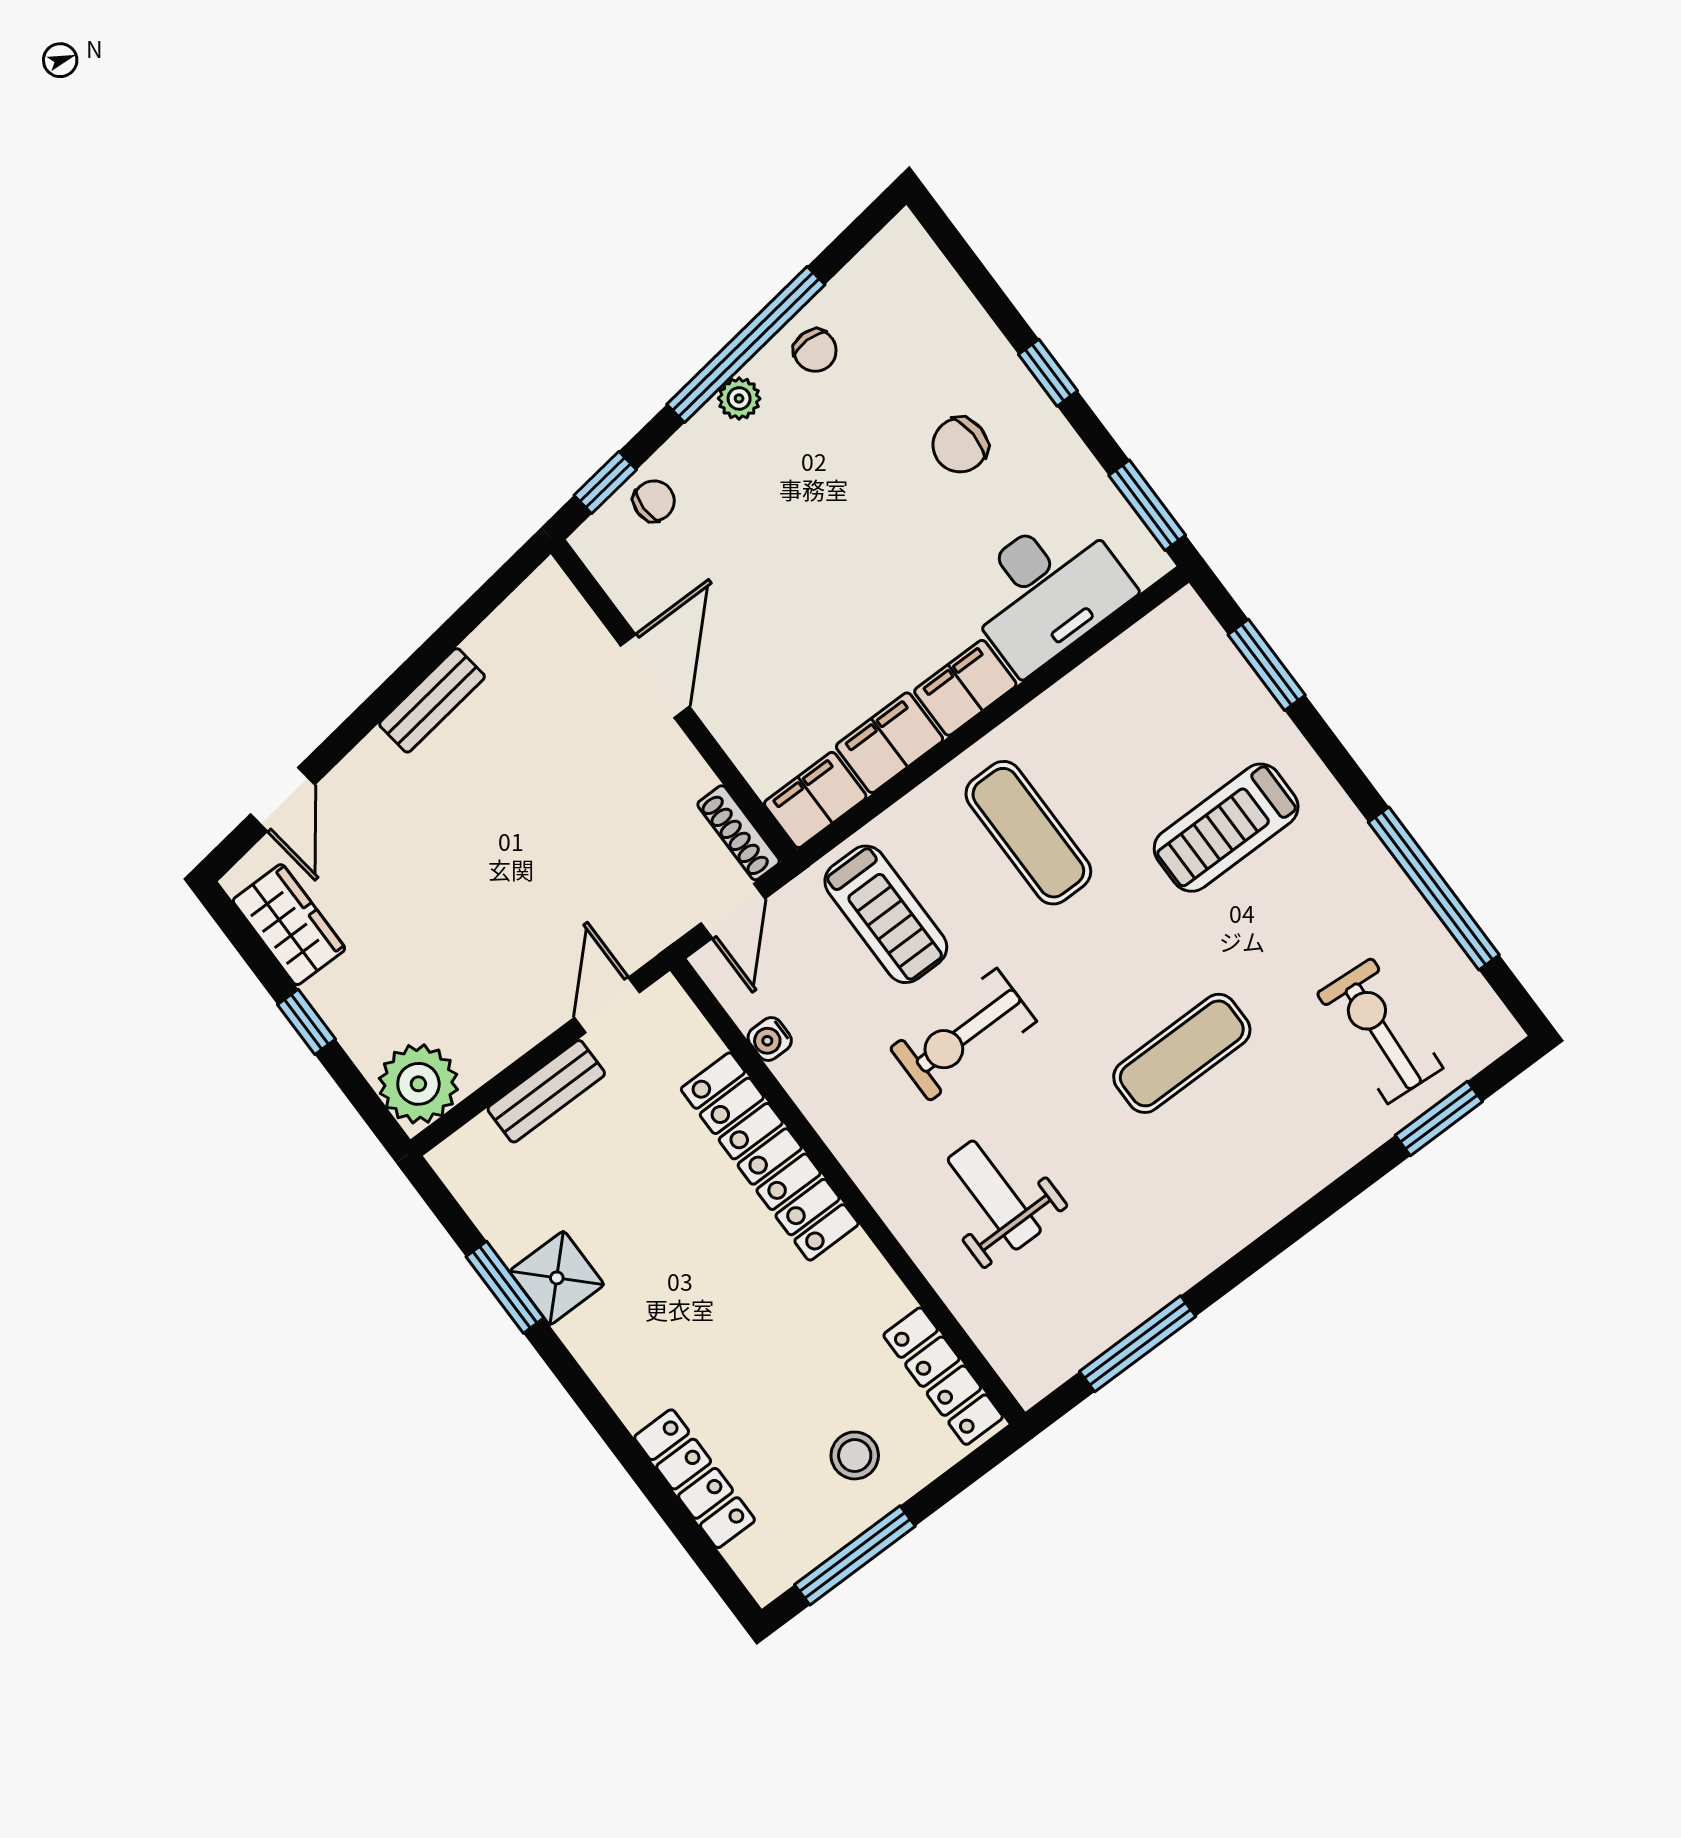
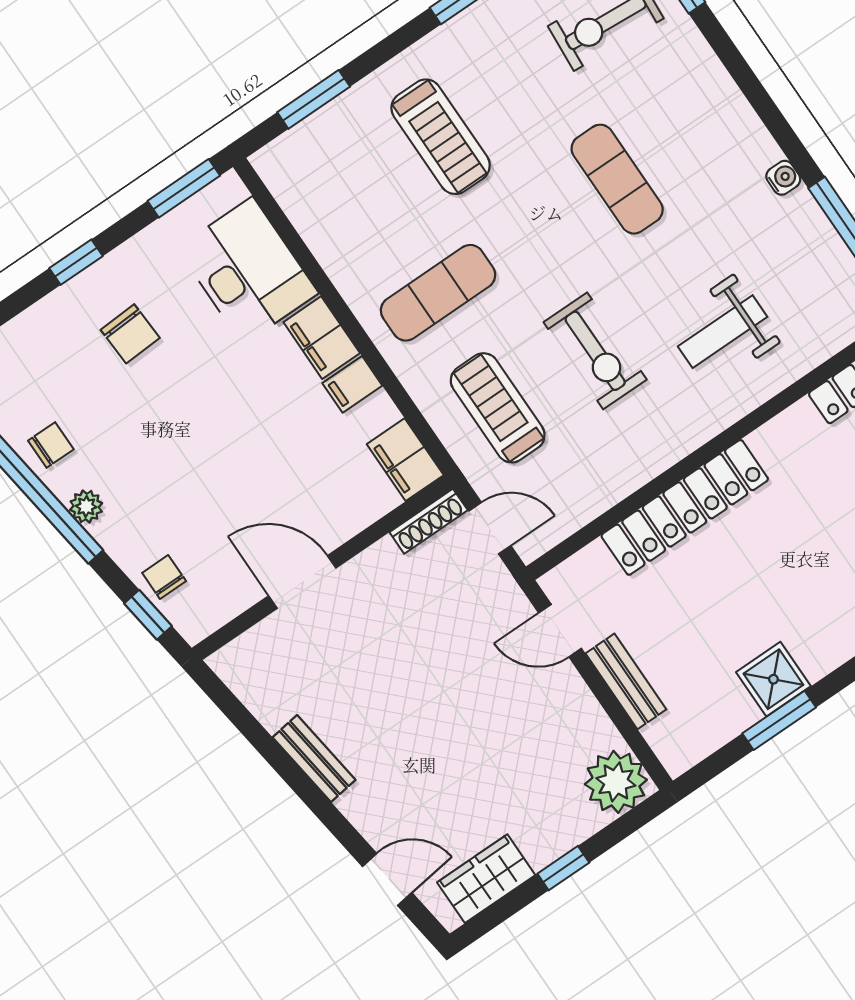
filing cabinet: (890, 743) -> (352, 384), width x0.50
treadmill: (886, 914) -> (498, 408), turned -90
water cooler: (770, 1039) -> (783, 178), moved, turned -90

